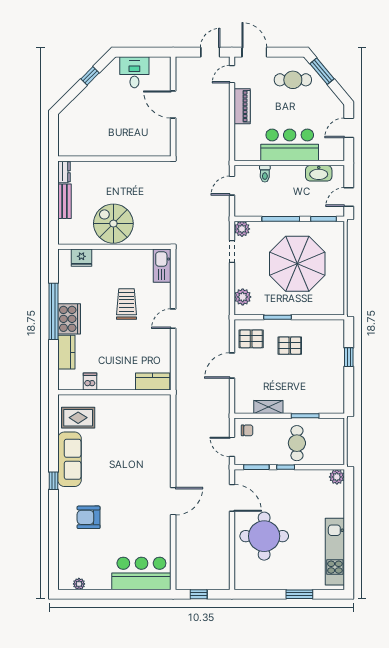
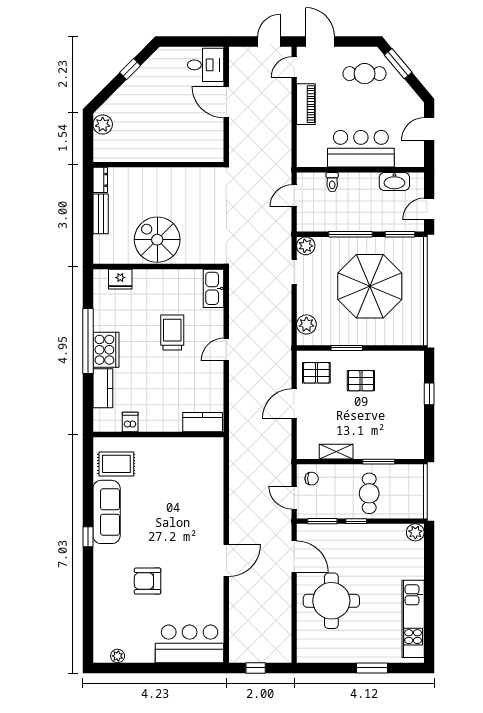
desk: (134, 72) -> (206, 65), moved, turned 90
plant: (66, 124) -> (103, 124), added
armchair: (89, 517) -> (148, 581), moved

